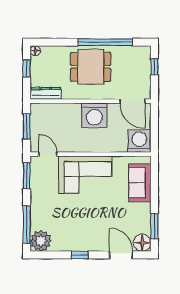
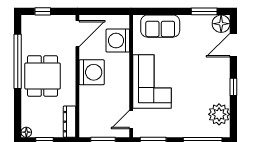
washing machine: (139, 141) -> (118, 41), moved
plant: (41, 241) -> (219, 114), moved

